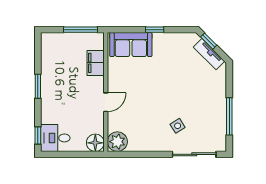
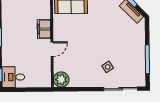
filing cabinet: (96, 63) -> (44, 29), moved
floor lamp: (95, 143) -> (44, 81), removed

